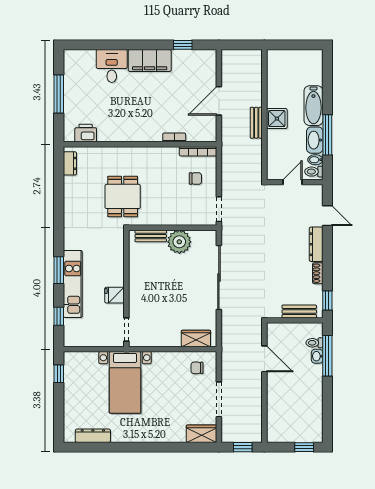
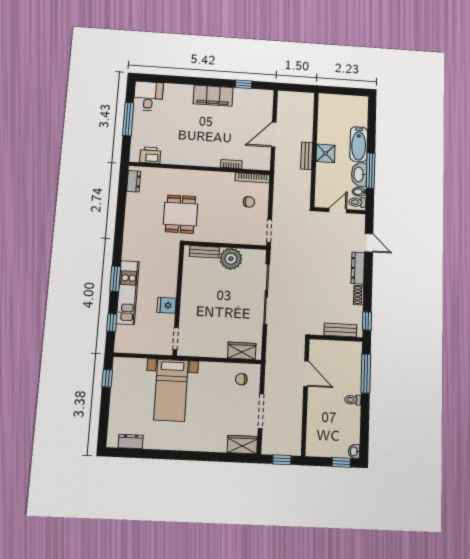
desk: (112, 66) -> (148, 96), moved
toilet: (314, 343) -> (353, 400), moved
washbasin: (317, 356) -> (354, 451), moved
dresser: (93, 436) -> (131, 441), width x0.70

